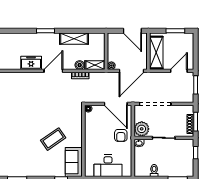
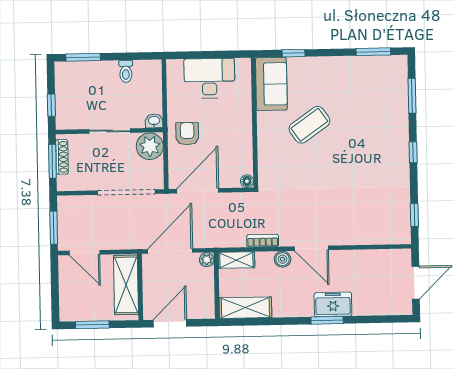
door: (132, 31) -> (170, 323), hinge flipped
shelving: (74, 39) -> (245, 308), moved
freezer: (31, 63) -> (333, 304), moved, turned 180
boiler: (80, 65) -> (283, 259), moved
door: (53, 71) -> (311, 248), hinge flipped
door: (179, 71) -> (84, 253), hinge flipped
door: (116, 104) -> (198, 191), hinge flipped

